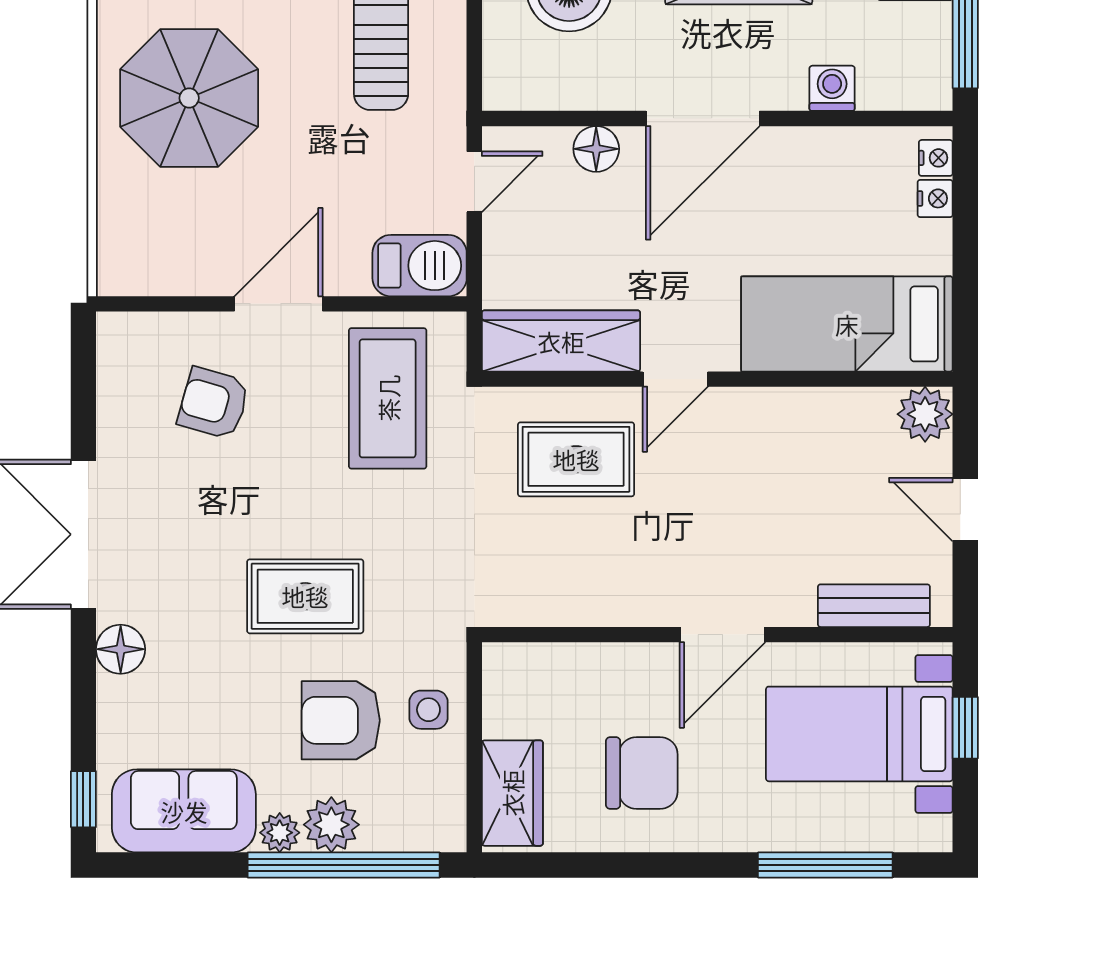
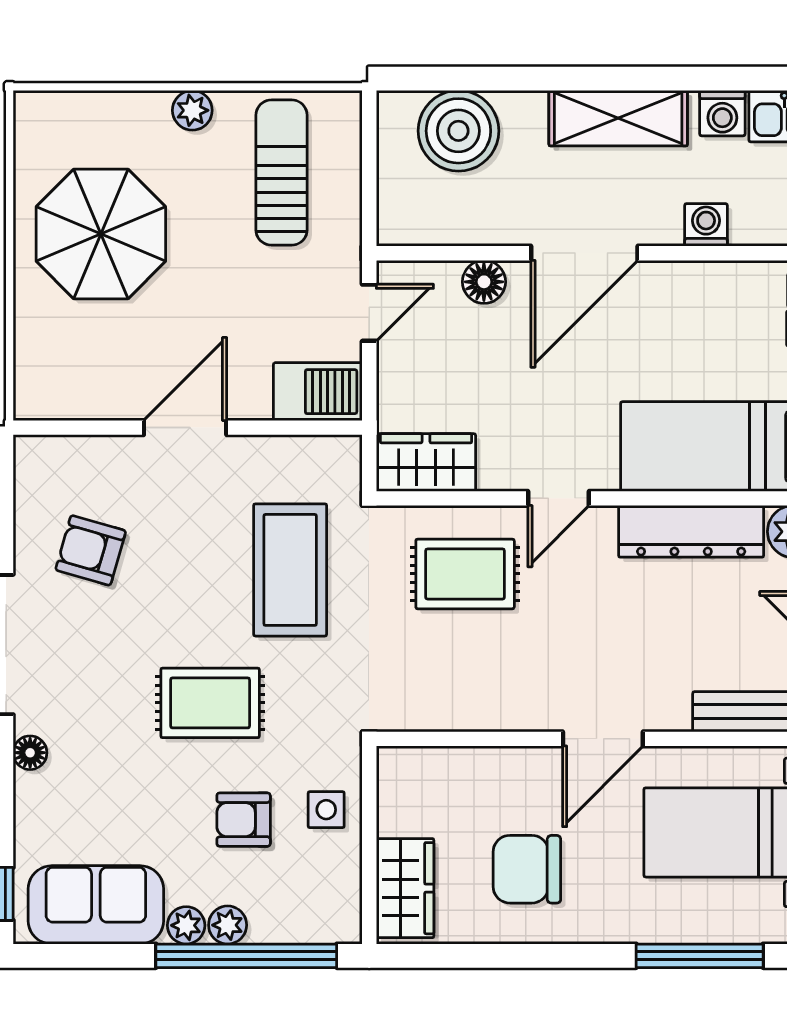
wardrobe: (561, 341) -> (426, 463), width x0.67
coffee table: (388, 398) -> (290, 570), moved
armchair: (213, 403) -> (91, 550), moved
dresser: (816, 414) -> (691, 531), added
floor lamp: (121, 649) -> (30, 753), width x0.73, depth x0.73
armchair: (341, 720) -> (244, 820), width x0.72, depth x0.72
chair: (642, 773) -> (527, 869), turned 180
plant: (331, 825) -> (228, 925), width x0.73, depth x0.73

